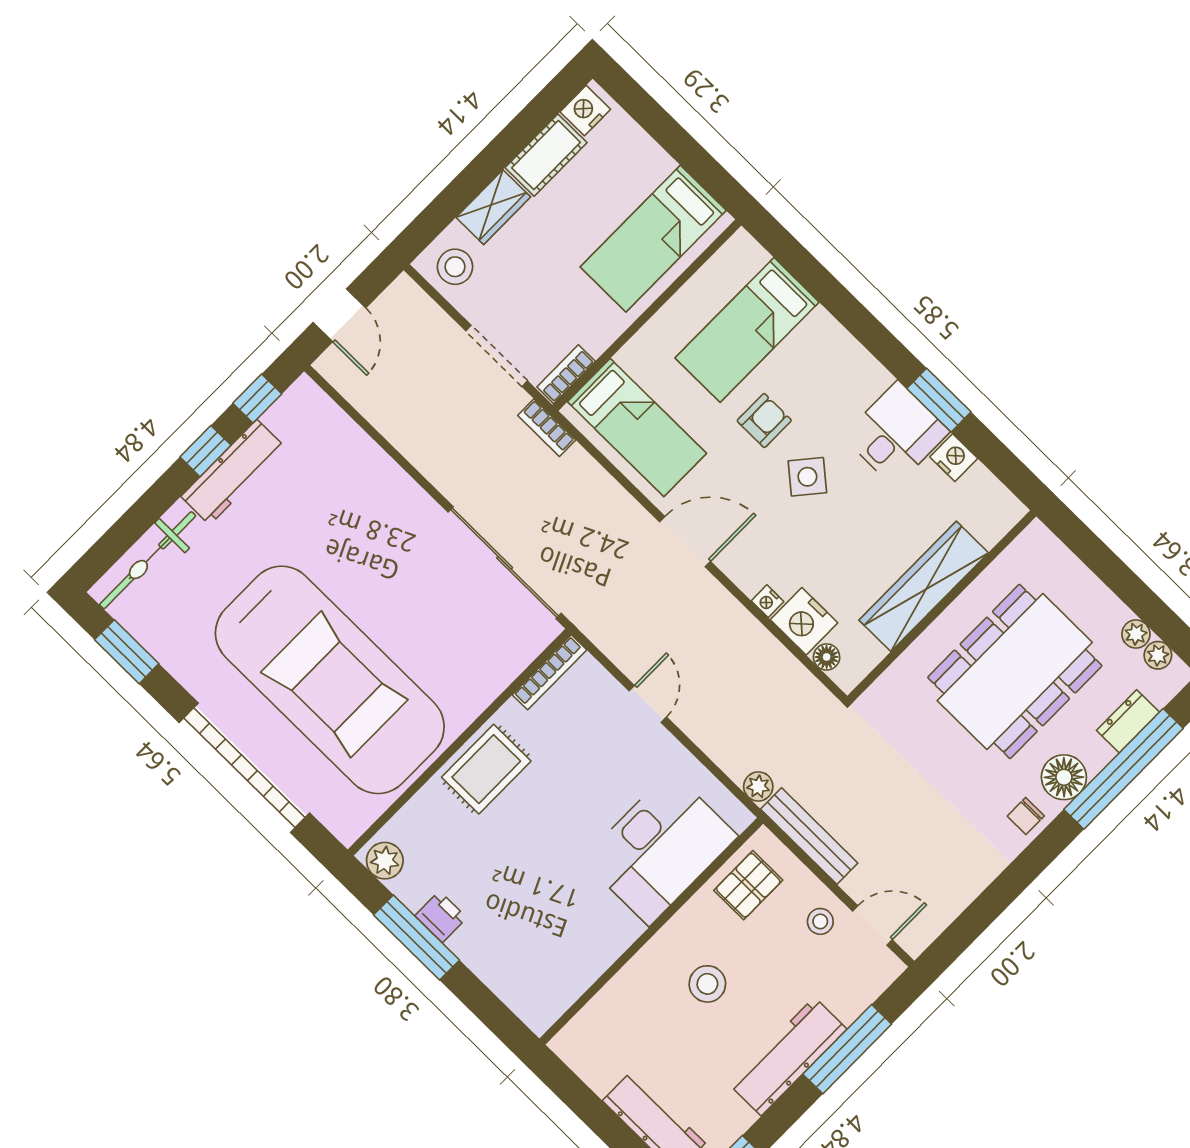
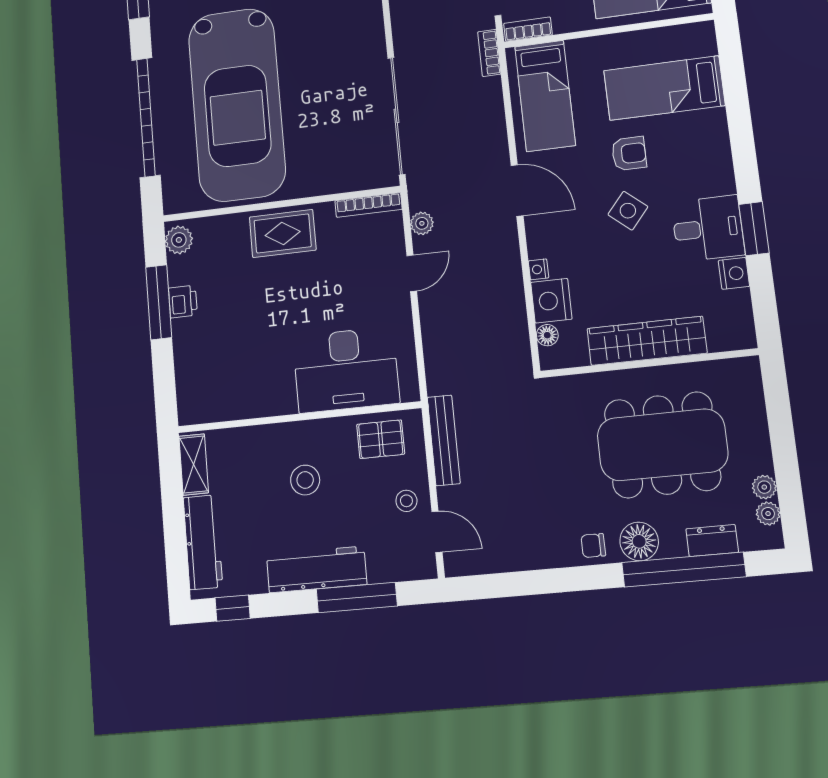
plant: (758, 786) -> (422, 223), moved
shelving: (586, 1061) -> (194, 464), added

